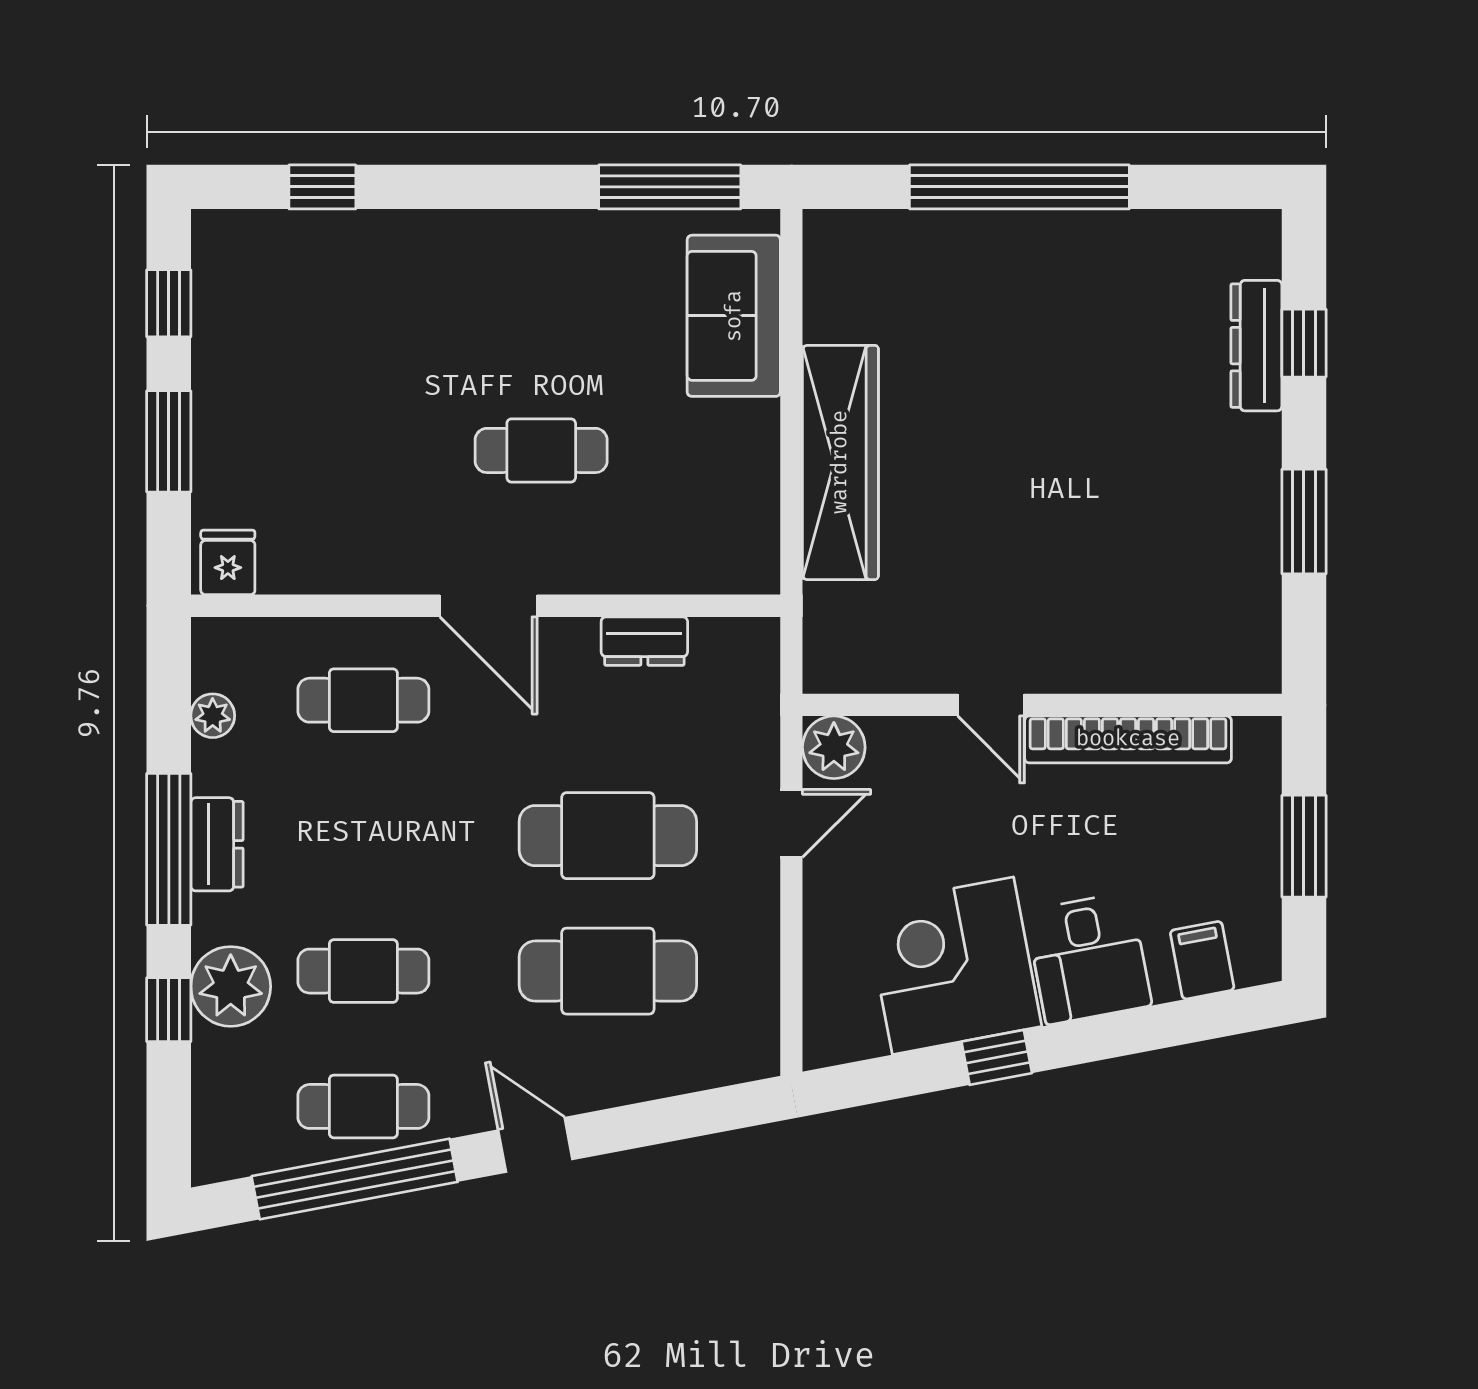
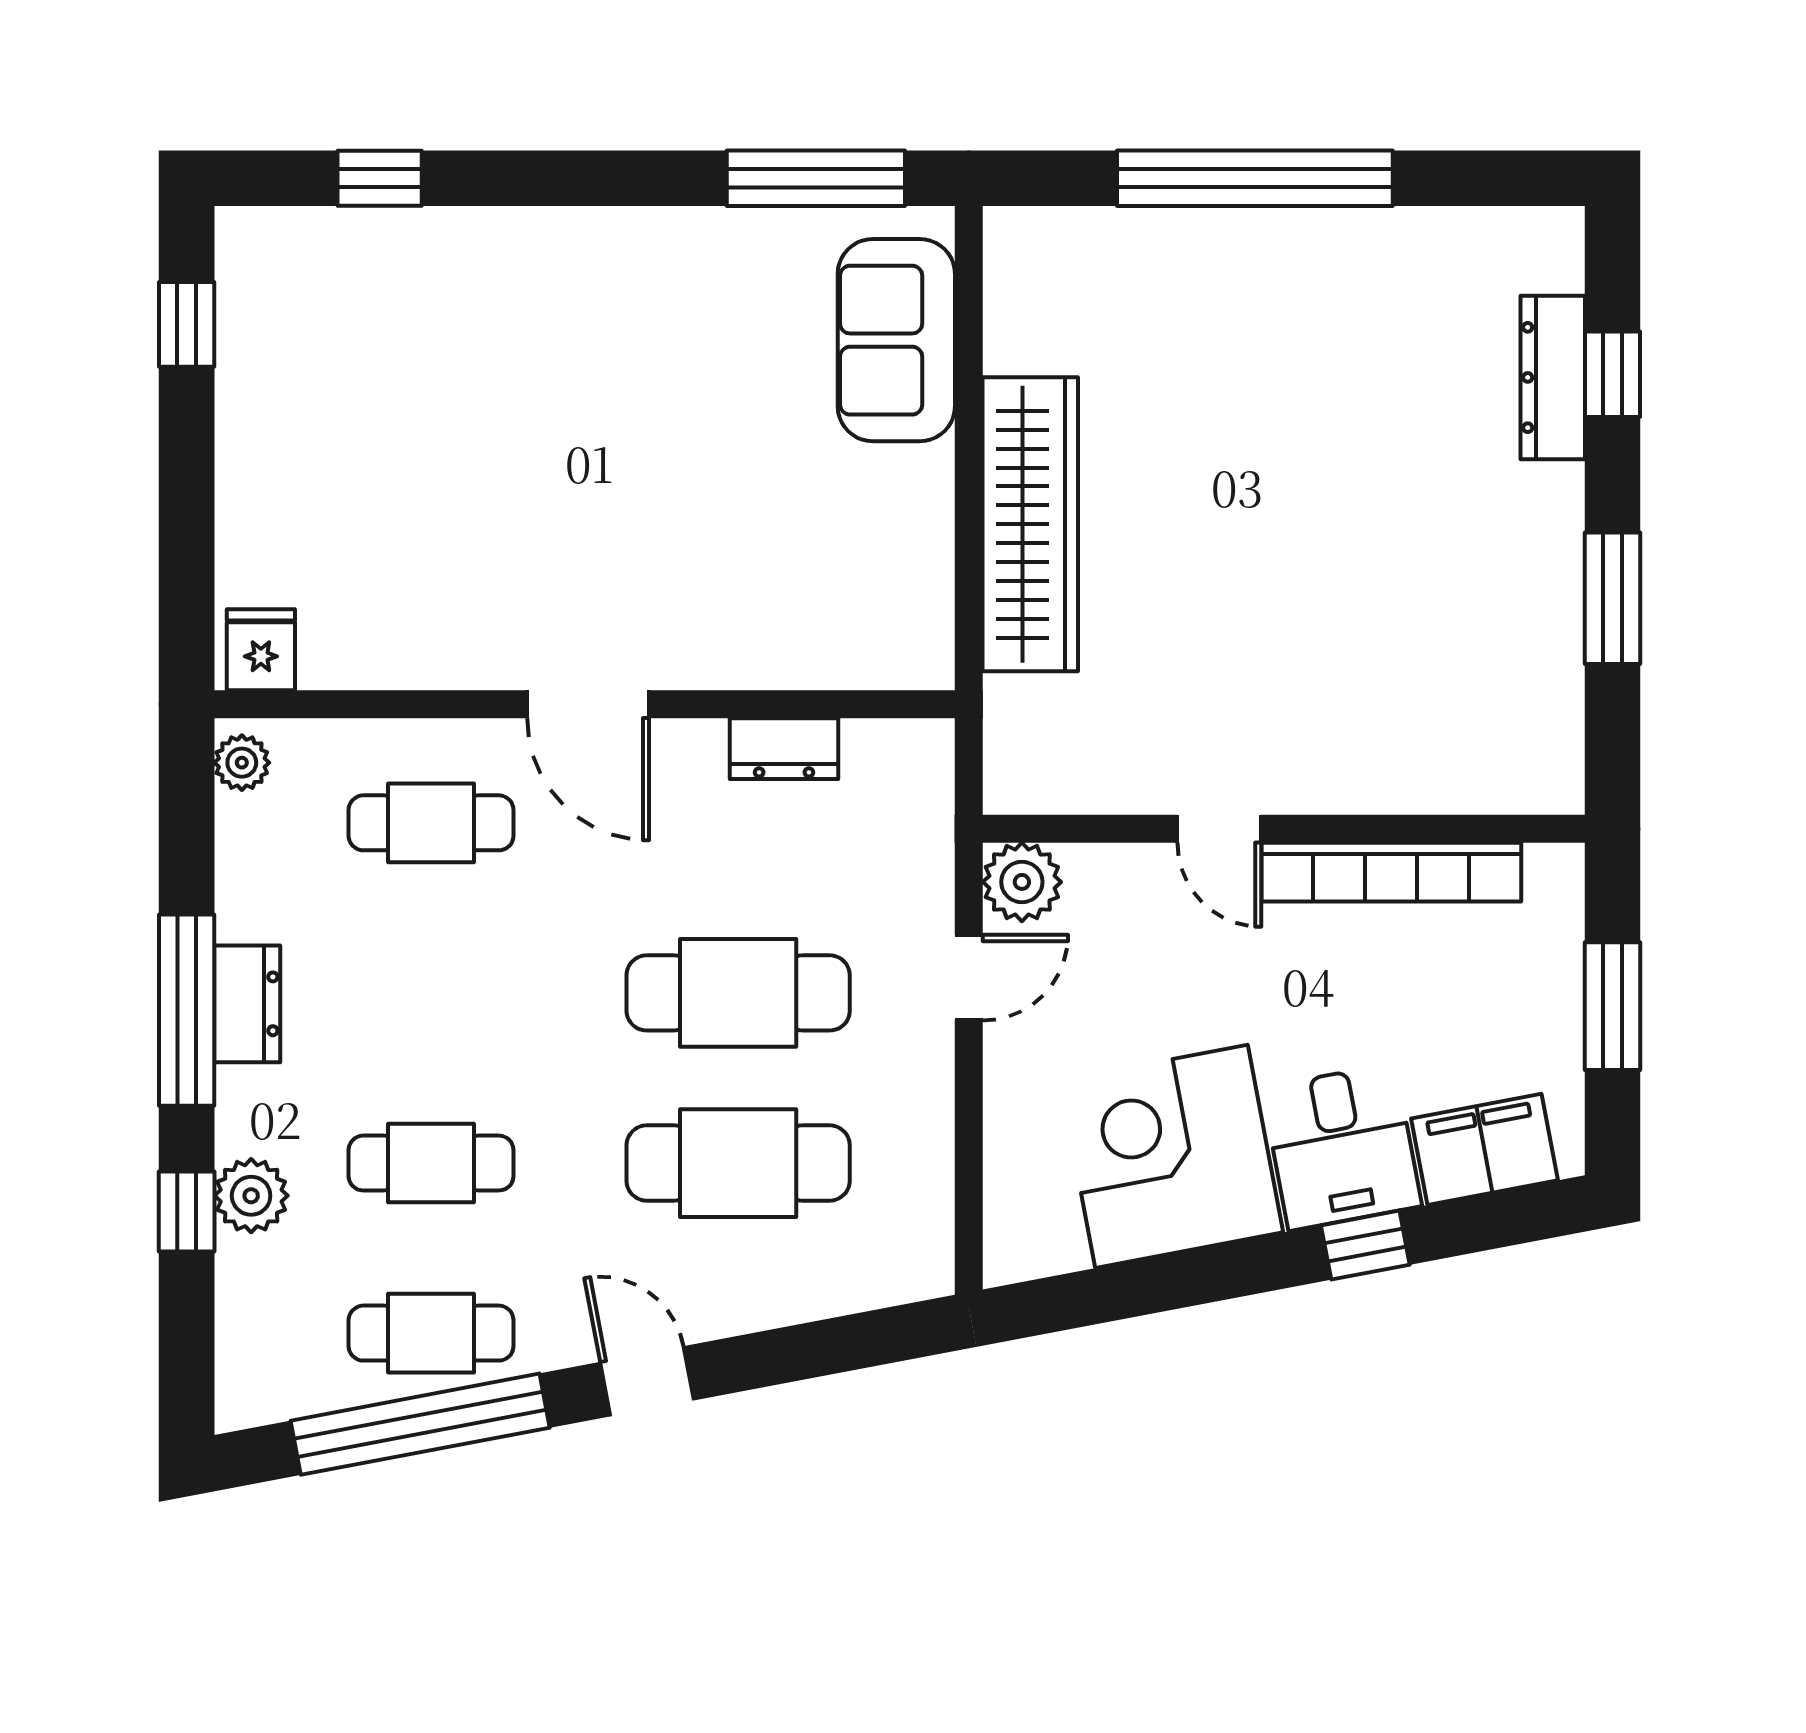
window: (169, 441) -> (187, 498), removed
cafe table: (541, 450) -> (654, 509), removed
plant: (213, 716) -> (242, 763), moved
filing cabinet: (1202, 960) -> (1484, 1149), width x2.00
plant: (231, 986) -> (251, 1196), width x0.73, depth x0.73
window: (997, 1057) -> (1365, 1245), moved

